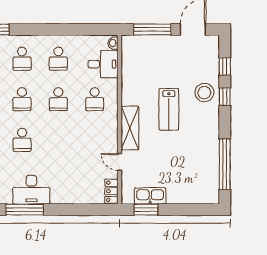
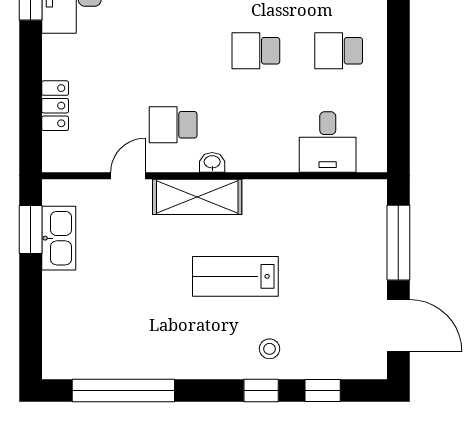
washbasin: (113, 43) -> (212, 162), moved
stool: (204, 93) -> (270, 349), width x0.53, depth x0.53
school desk: (95, 99) -> (173, 125), moved
locker: (111, 191) -> (55, 106), moved, turned 90

